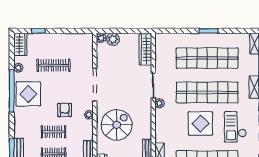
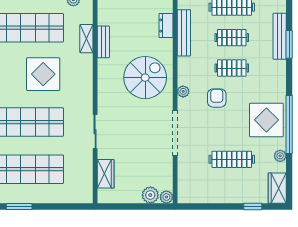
wardrobe: (145, 49) -> (106, 174), width x0.67
plant: (159, 103) -> (86, 107), removed
armchair: (65, 110) -> (217, 98), turned 180
display table: (200, 123) -> (43, 74), moved
spiral stairs: (117, 125) -> (145, 78), turned 180

